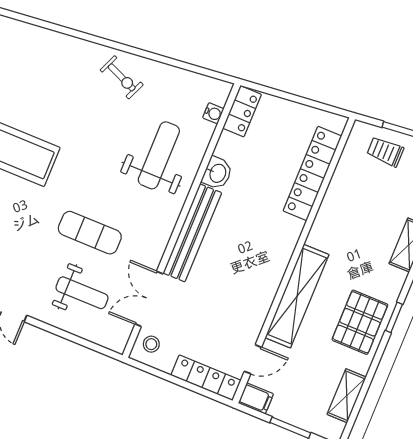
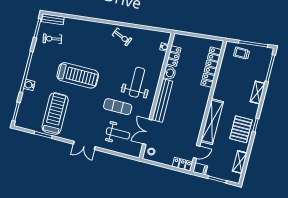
locker: (242, 111) -> (174, 56), moved
weight bench: (159, 155) -> (137, 82), moved
locker: (206, 378) -> (182, 164), width x0.66

